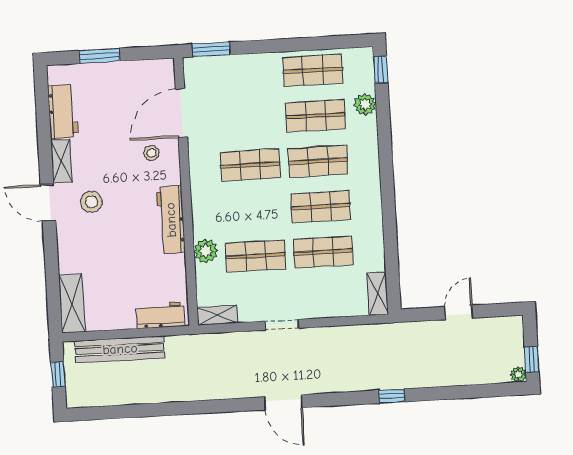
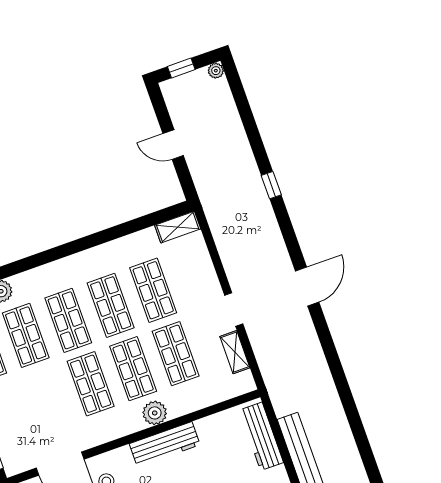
shop shelf: (253, 210) -> (133, 369), added
plant: (206, 251) -> (155, 413), moved
workbench: (160, 315) -> (261, 436), width x1.38
shelving: (217, 315) -> (235, 352), moved
window: (532, 359) -> (181, 68), moved

